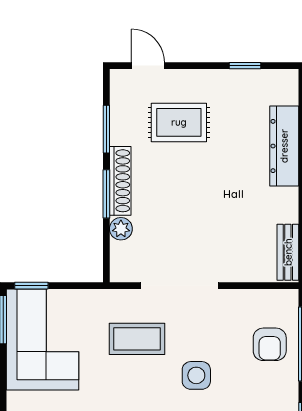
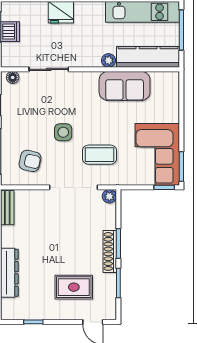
plant: (121, 229) -> (109, 196), moved
armchair: (270, 344) -> (30, 161), moved, turned 103

